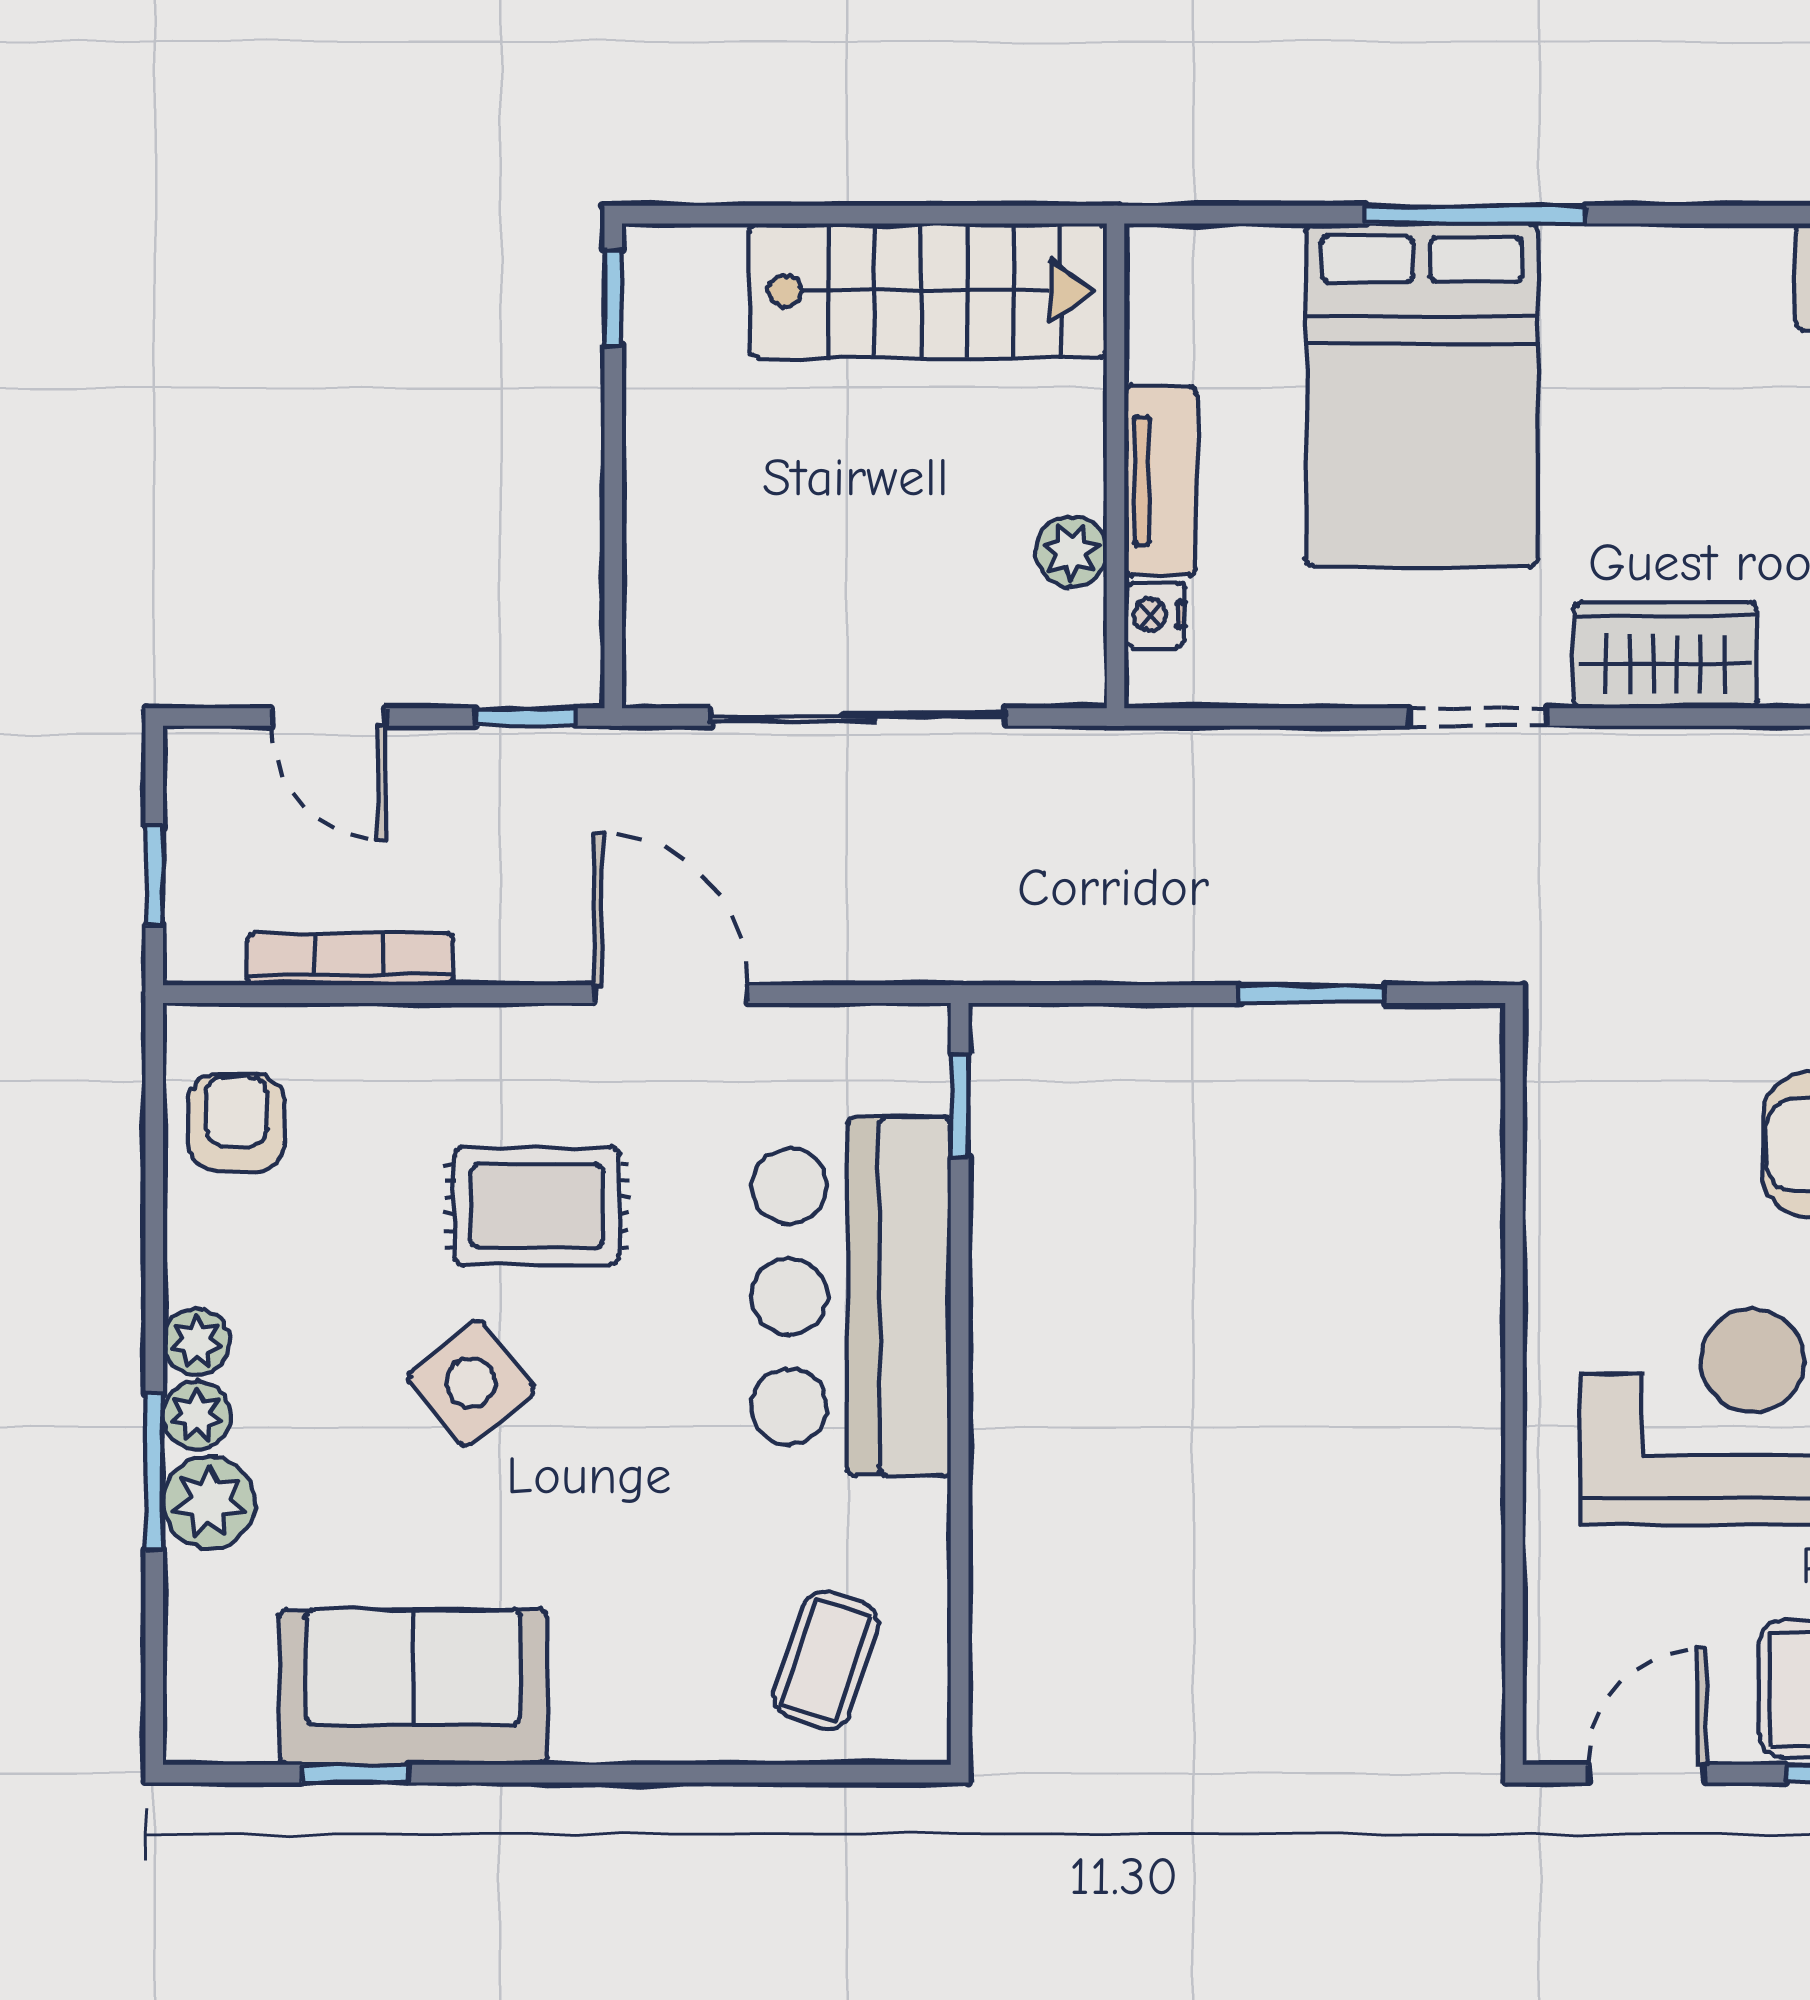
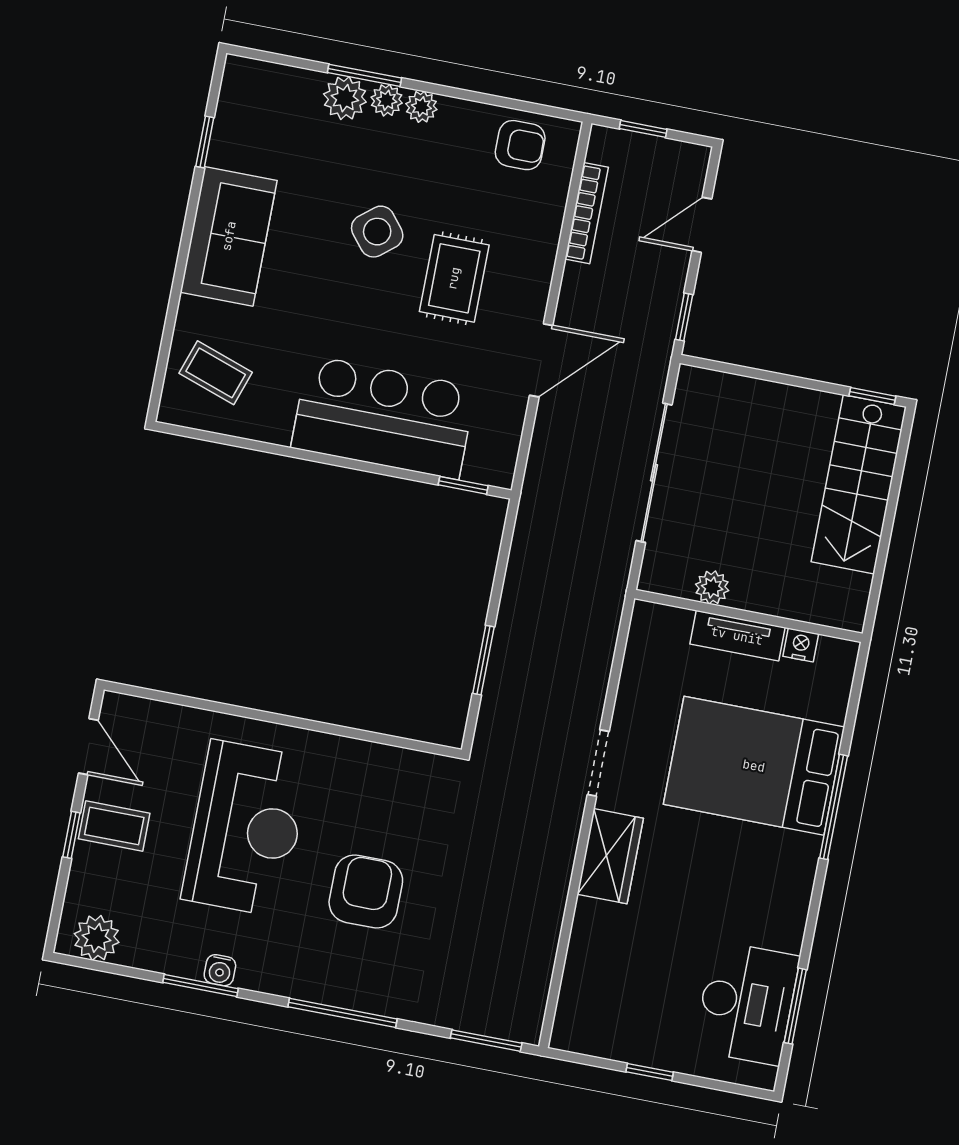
stairs: (928, 291) -> (859, 484), moved
nightstand: (1155, 615) -> (801, 645), moved
sofa: (413, 1687) -> (229, 236), moved

